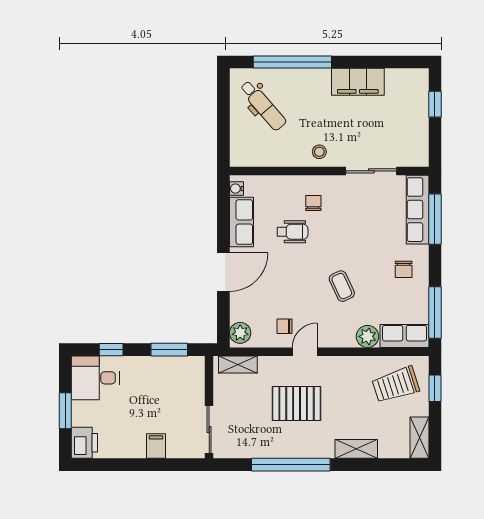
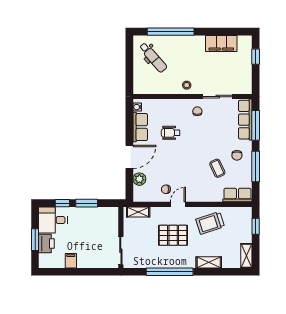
filing cabinet: (358, 82) -> (221, 43), moved
chair: (313, 203) -> (197, 111), moved
wheelchair: (292, 232) -> (171, 133), turned 180
coffee table: (342, 286) -> (217, 168), moved
window: (435, 313) -> (256, 166), moved
plant: (240, 333) -> (139, 179), moved
plant: (367, 336) -> (215, 195), removed
window: (169, 350) -> (87, 203), moved
trolley: (396, 385) -> (210, 223), moved
printer: (84, 443) -> (46, 244), moved
filing cabinet: (156, 446) -> (71, 261), moved

